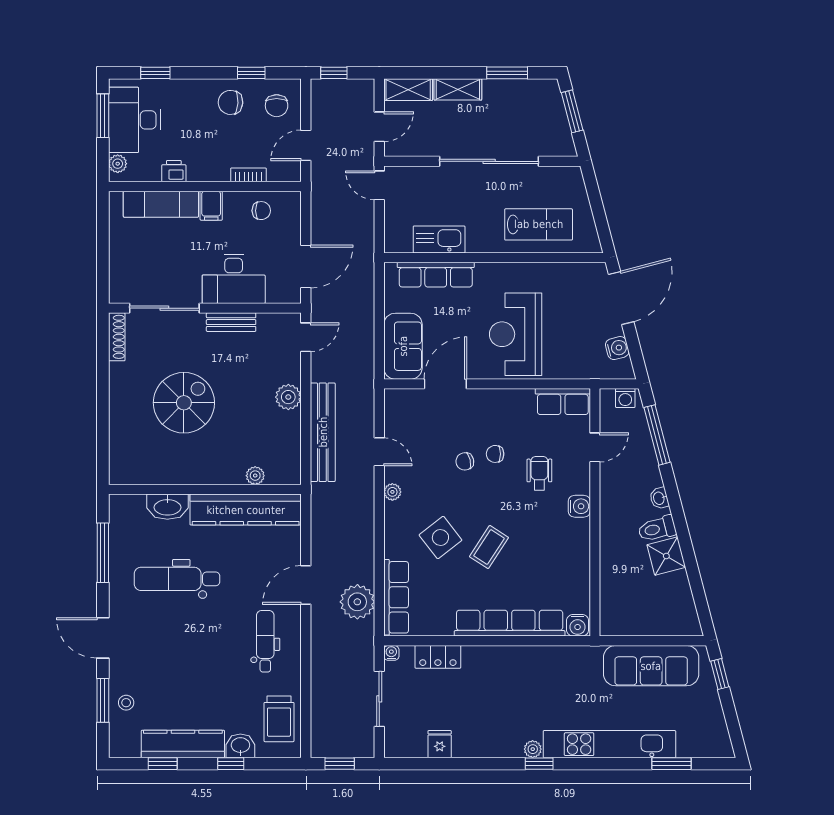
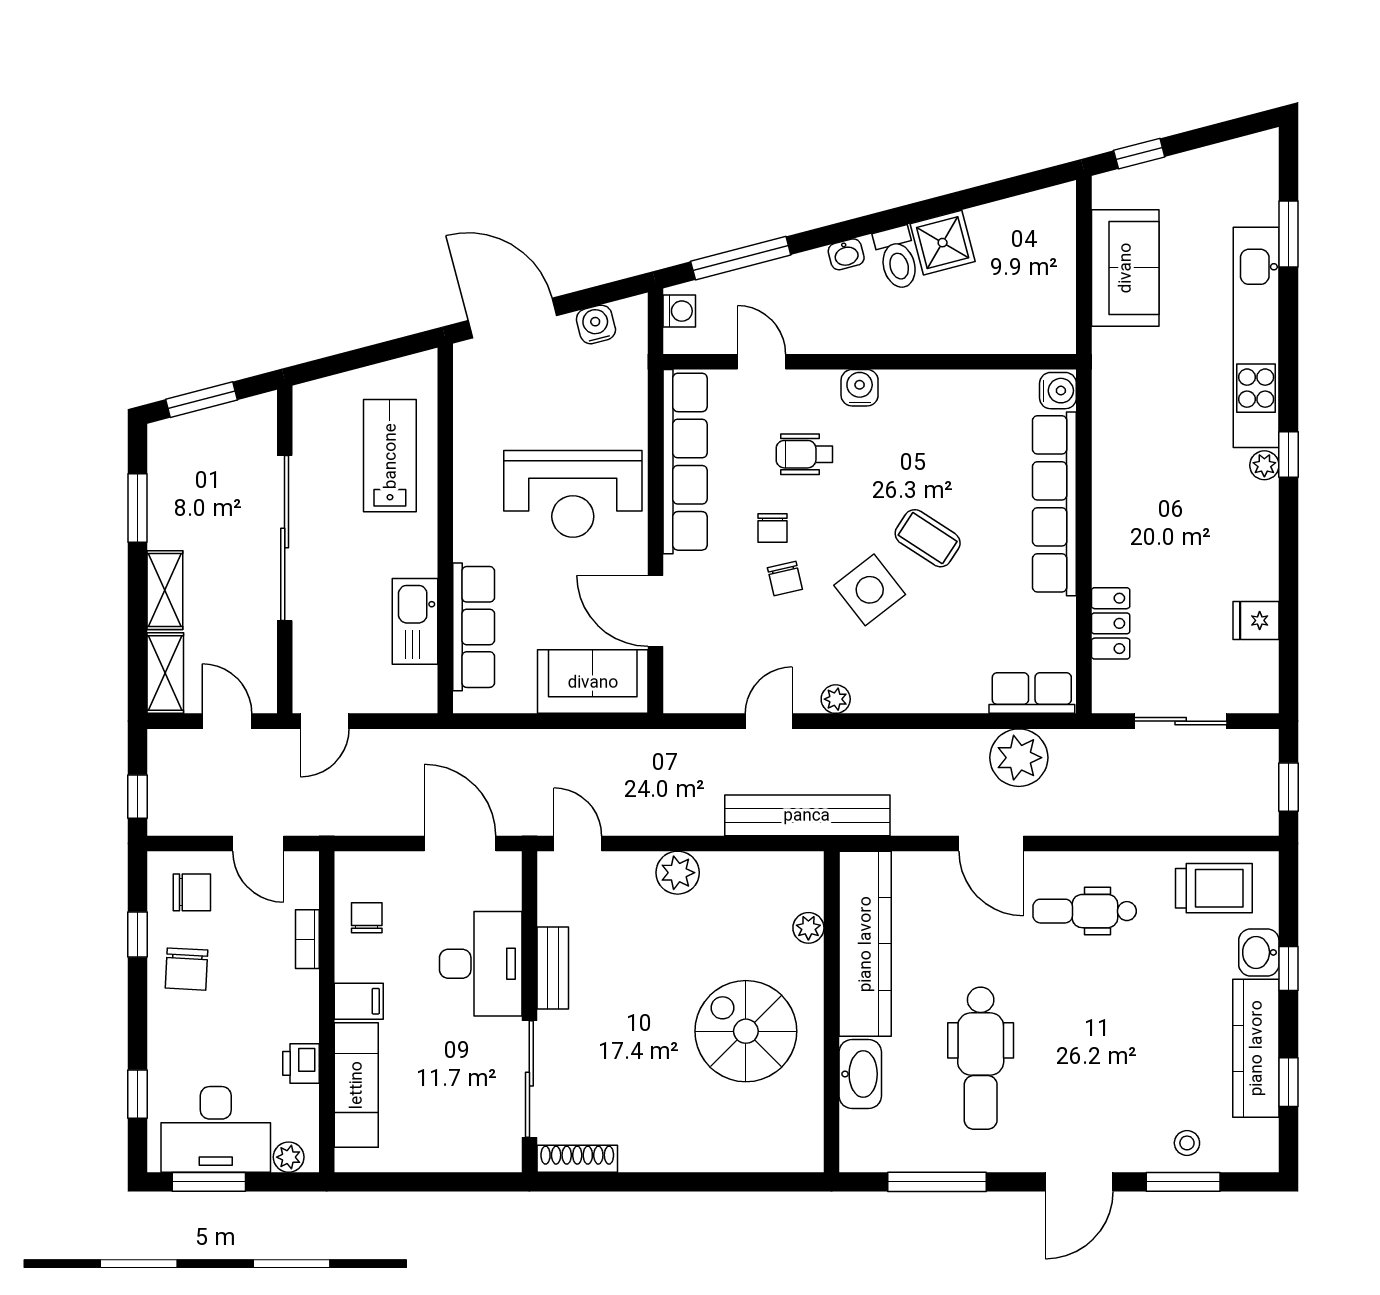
row of seats: (563, 402) -> (685, 462), width x2.02
spiral stairs: (184, 403) -> (746, 1031), moved
bench: (323, 432) -> (807, 815), moved
side table: (440, 538) -> (870, 590), moved
row of seats: (396, 597) -> (1032, 693), width x0.68
water cooler: (391, 653) -> (1104, 701), removed
sofa: (651, 666) -> (1125, 268), width x0.73

